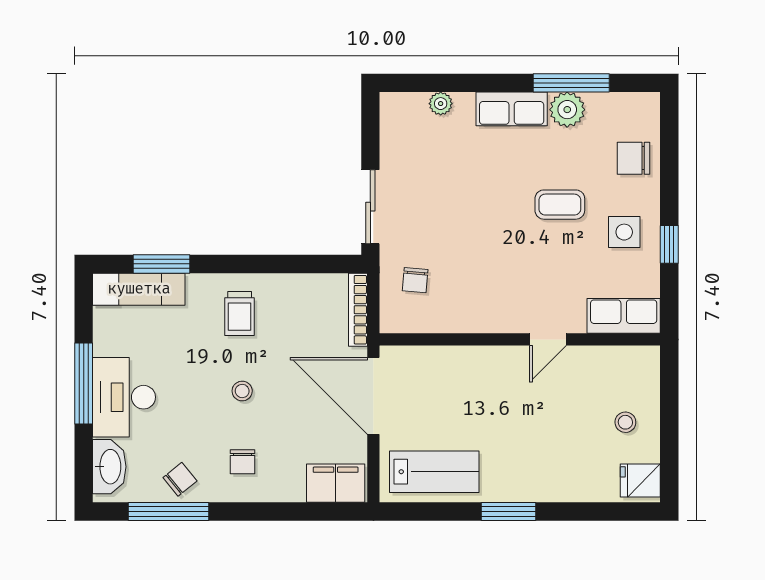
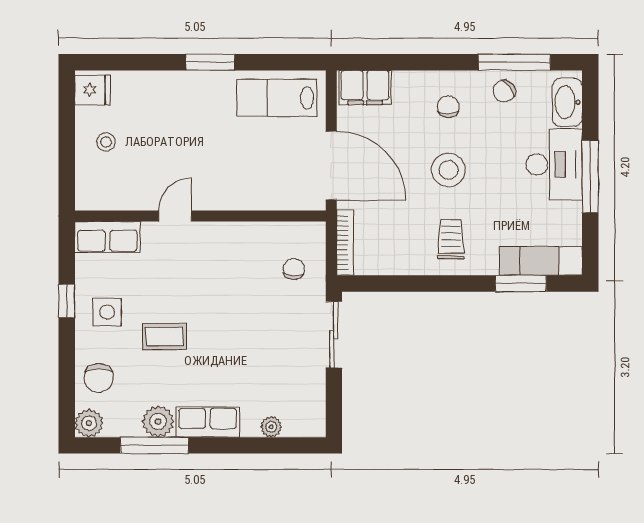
plant: (644, 108) -> (89, 423), added
chair: (634, 158) -> (99, 378), turned 90
stool: (242, 391) -> (449, 170), width x1.89, depth x1.89

